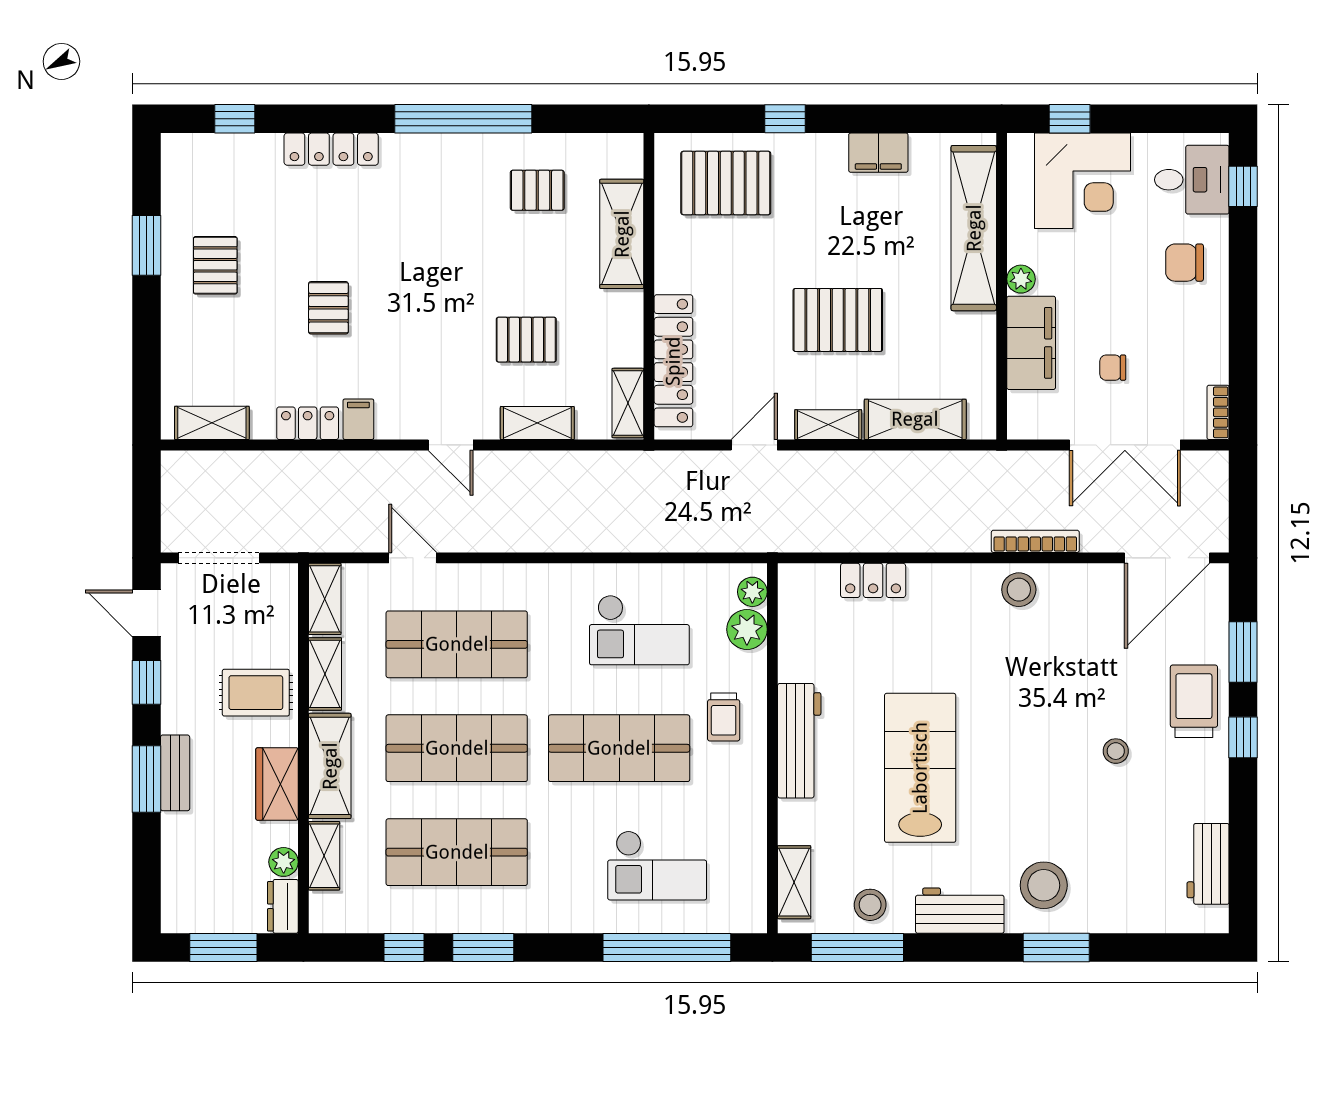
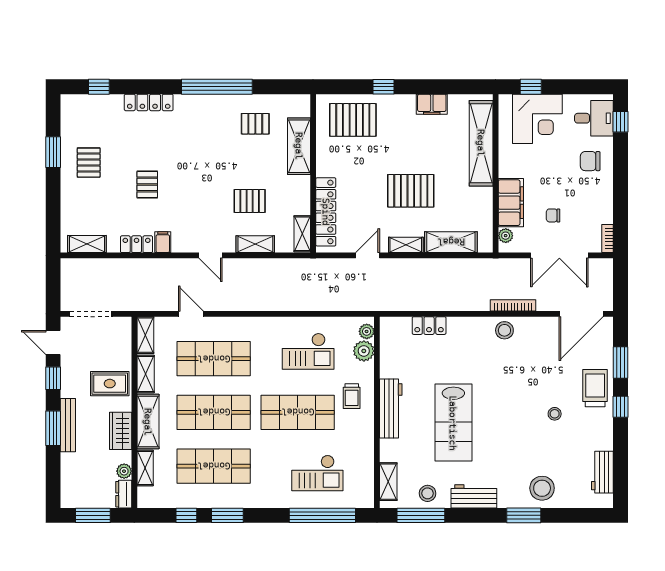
plant: (1021, 279) -> (506, 236), moved
lab bench: (920, 768) -> (453, 423), turned 180
bench: (175, 773) -> (68, 425), width x1.36
stool: (1044, 885) -> (542, 488), moved

